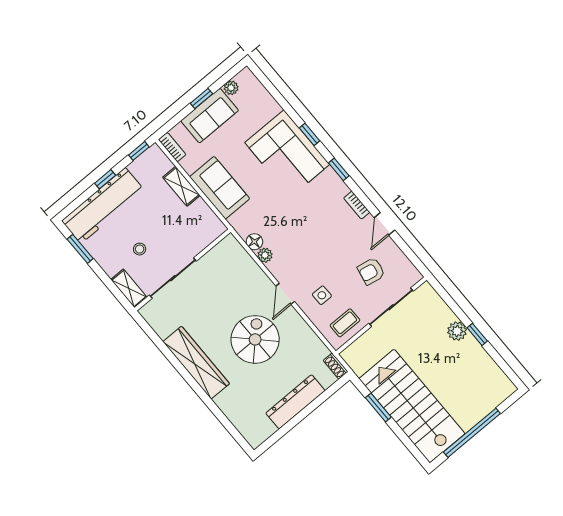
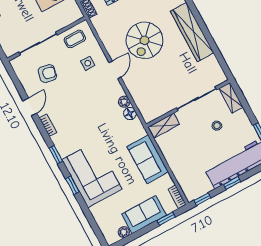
window: (201, 98) -> (166, 219), moved
shelving: (181, 186) -> (164, 125), moved, turned 90

